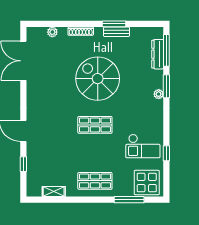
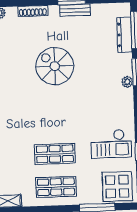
spiral stairs: (98, 79) -> (55, 66), width x0.73, depth x0.73
shop shelf: (95, 125) -> (55, 154), moved

